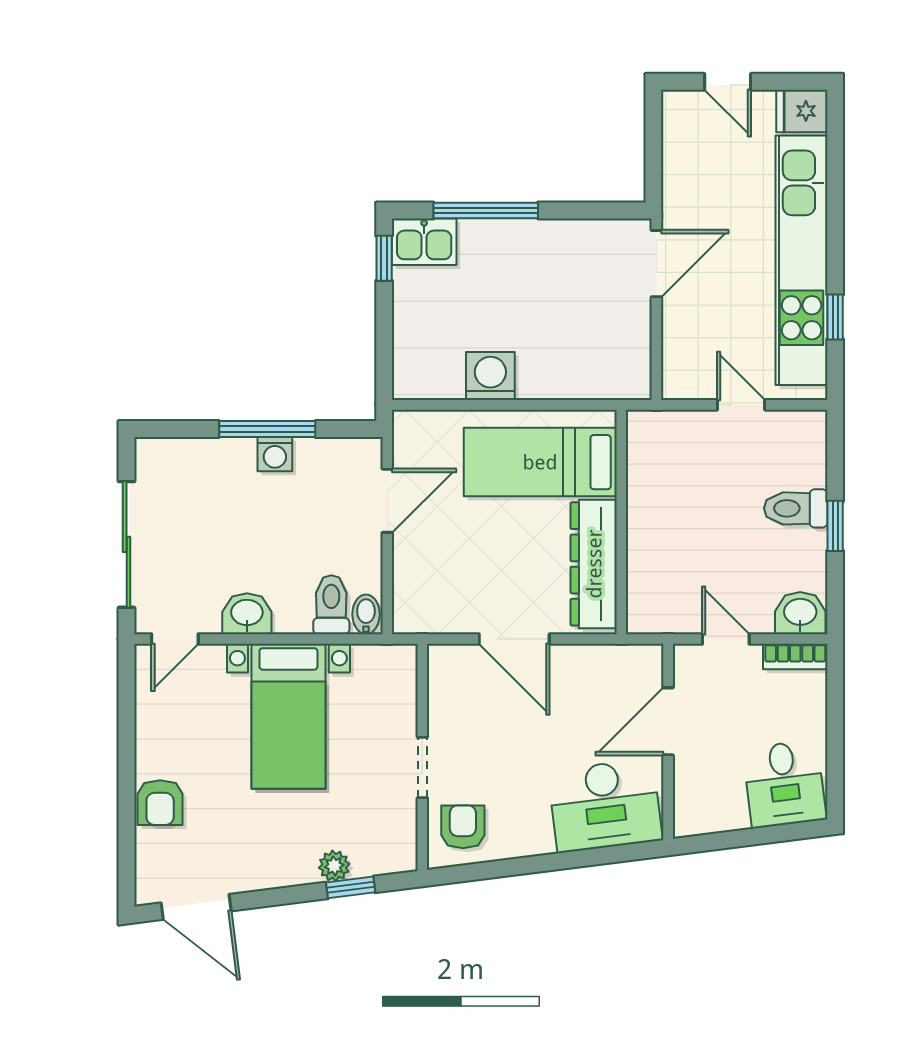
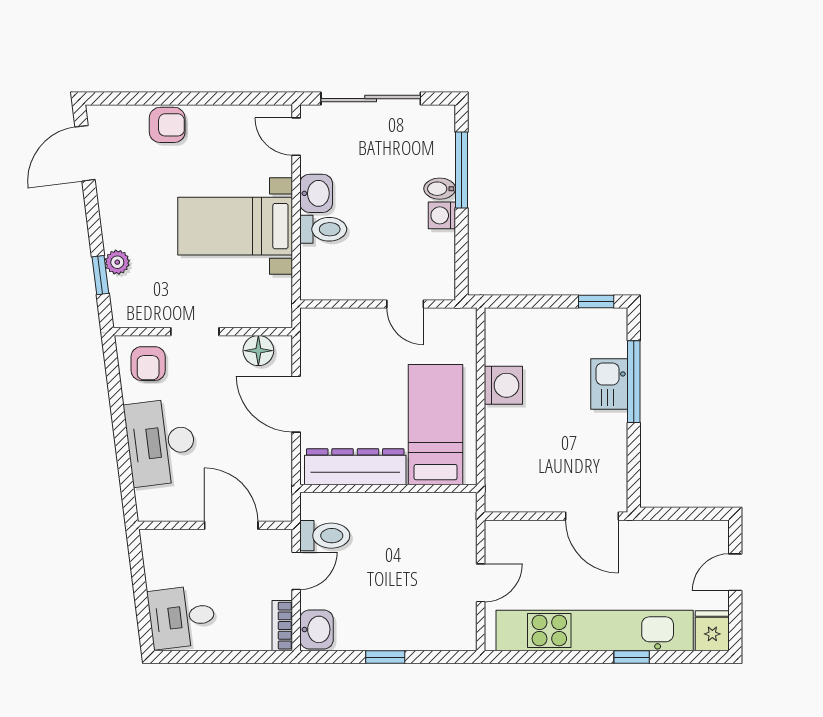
kitchen sink: (424, 242) -> (609, 384), moved
window: (835, 317) -> (632, 657), moved
window: (267, 429) -> (462, 170), moved
door: (387, 501) -> (405, 304), width x0.73
toilet: (796, 508) -> (325, 536), moved, turned 90
toilet: (331, 605) -> (323, 229), moved
bidet: (366, 614) -> (440, 189), moved, turned 180
door: (514, 639) -> (296, 404), hinge flipped
floor lamp: (446, 687) -> (258, 351), added
armchair: (160, 803) -> (167, 125), turned 180
desk: (605, 805) -> (161, 442), moved
armchair: (463, 827) -> (148, 364), turned 90

